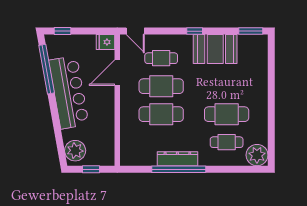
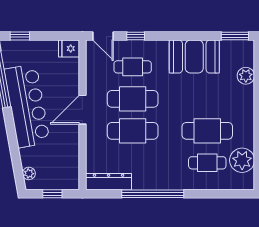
window: (195, 31) -> (136, 36), moved
plant: (260, 66) -> (246, 76), added
door: (117, 73) -> (82, 110), moved
plant: (75, 151) -> (29, 173), width x0.53, depth x0.53
plant: (257, 155) -> (242, 160), moved
dresser: (177, 159) -> (109, 182), moved

